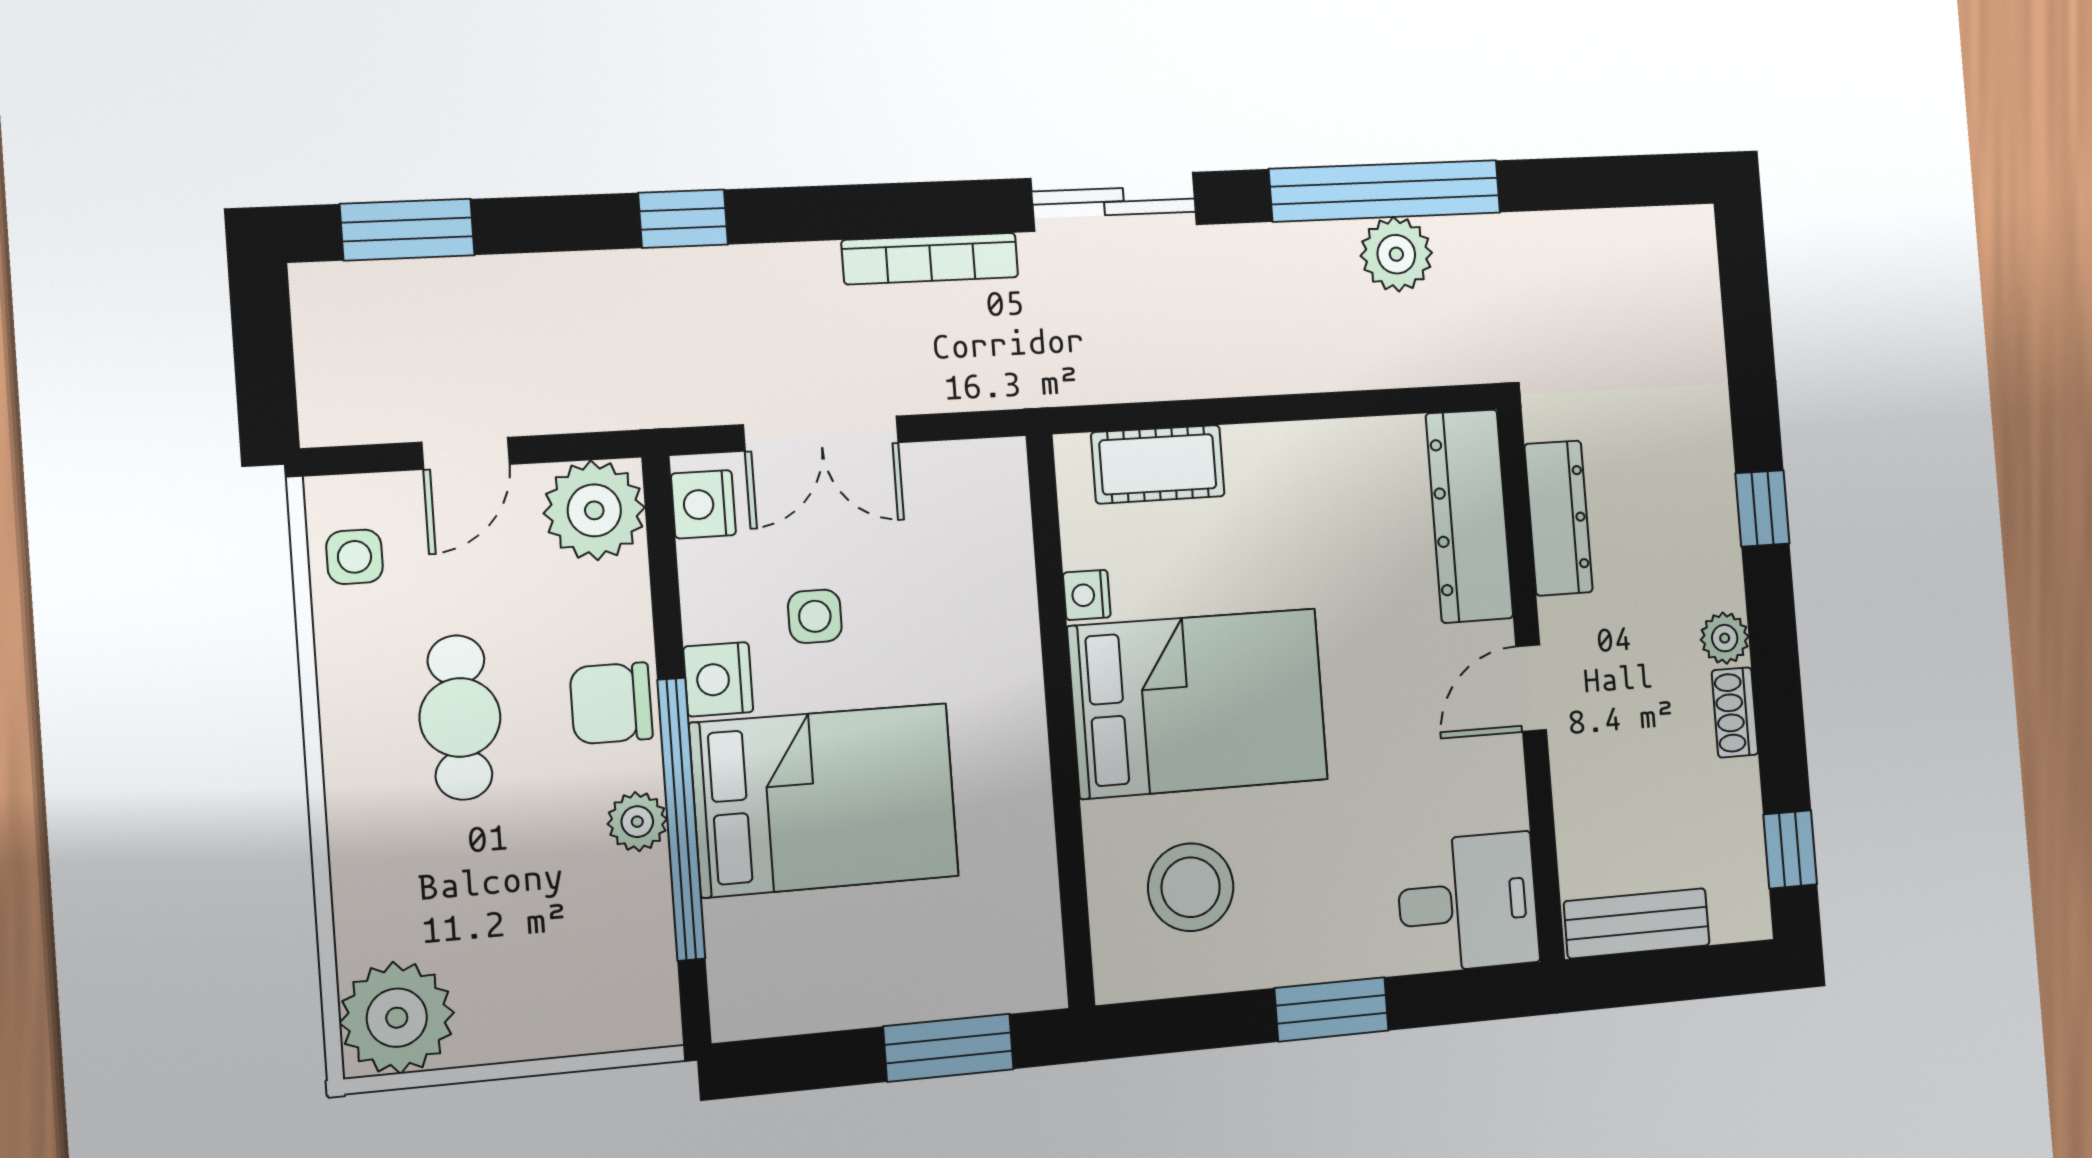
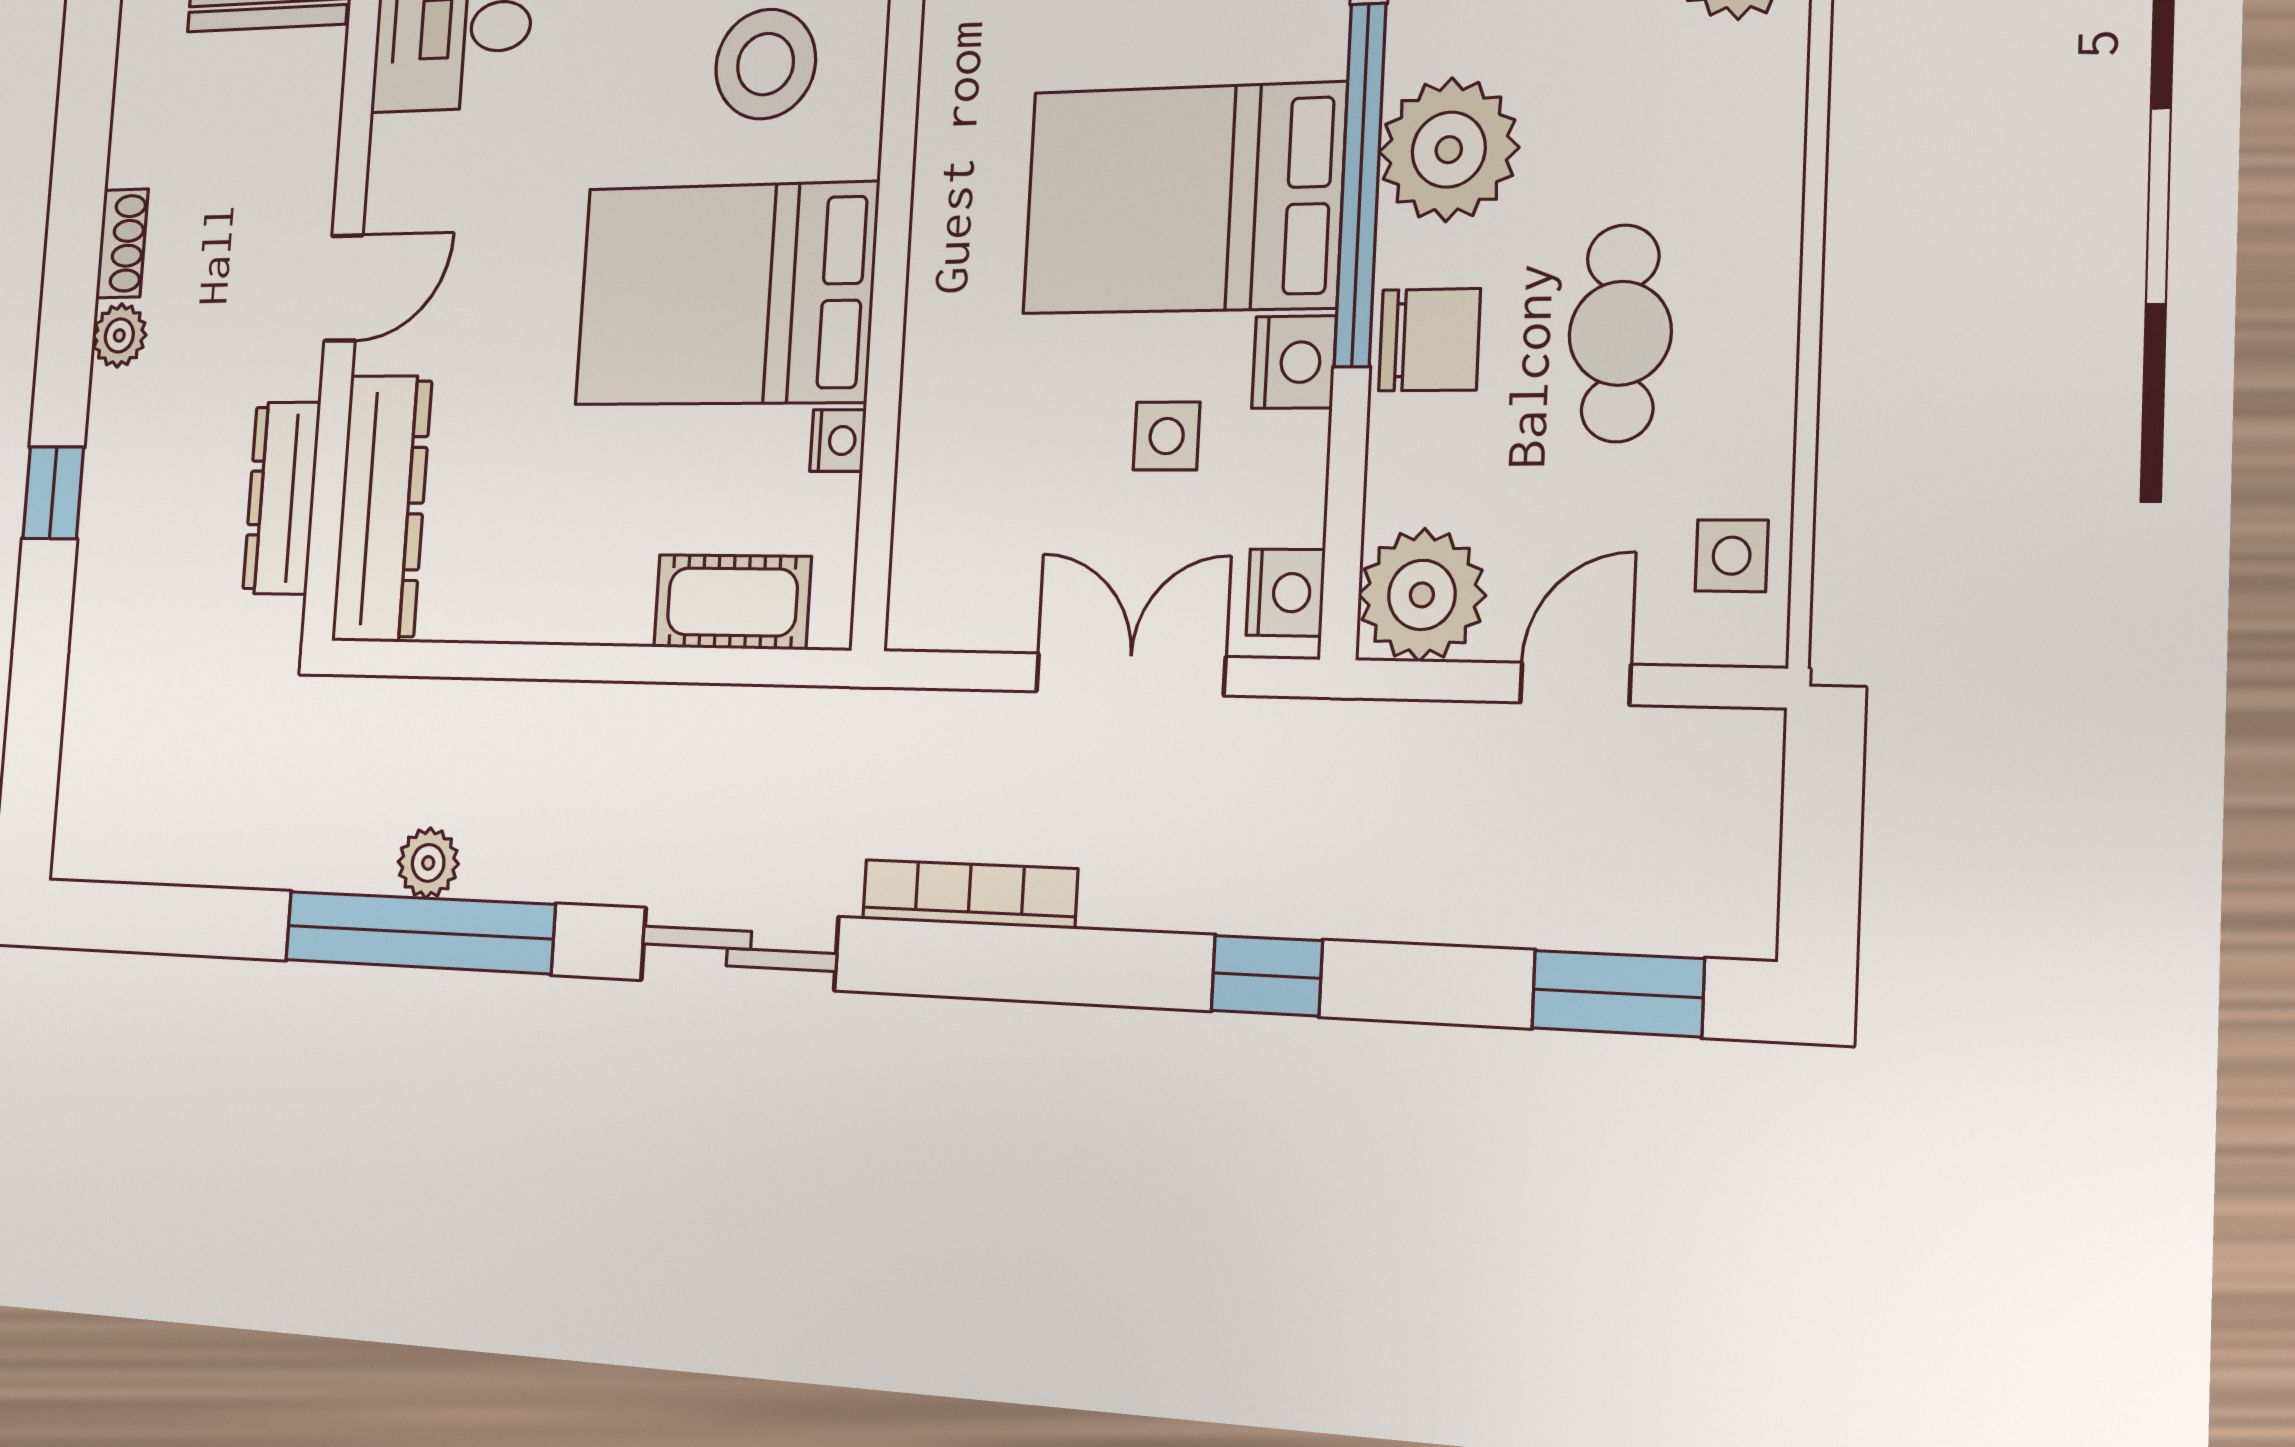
plant: (1396, 254) -> (428, 863), width x0.73, depth x0.73
plant: (637, 822) -> (1449, 150), width x1.88, depth x1.88
window: (1790, 849) -> (87, 73), removed

